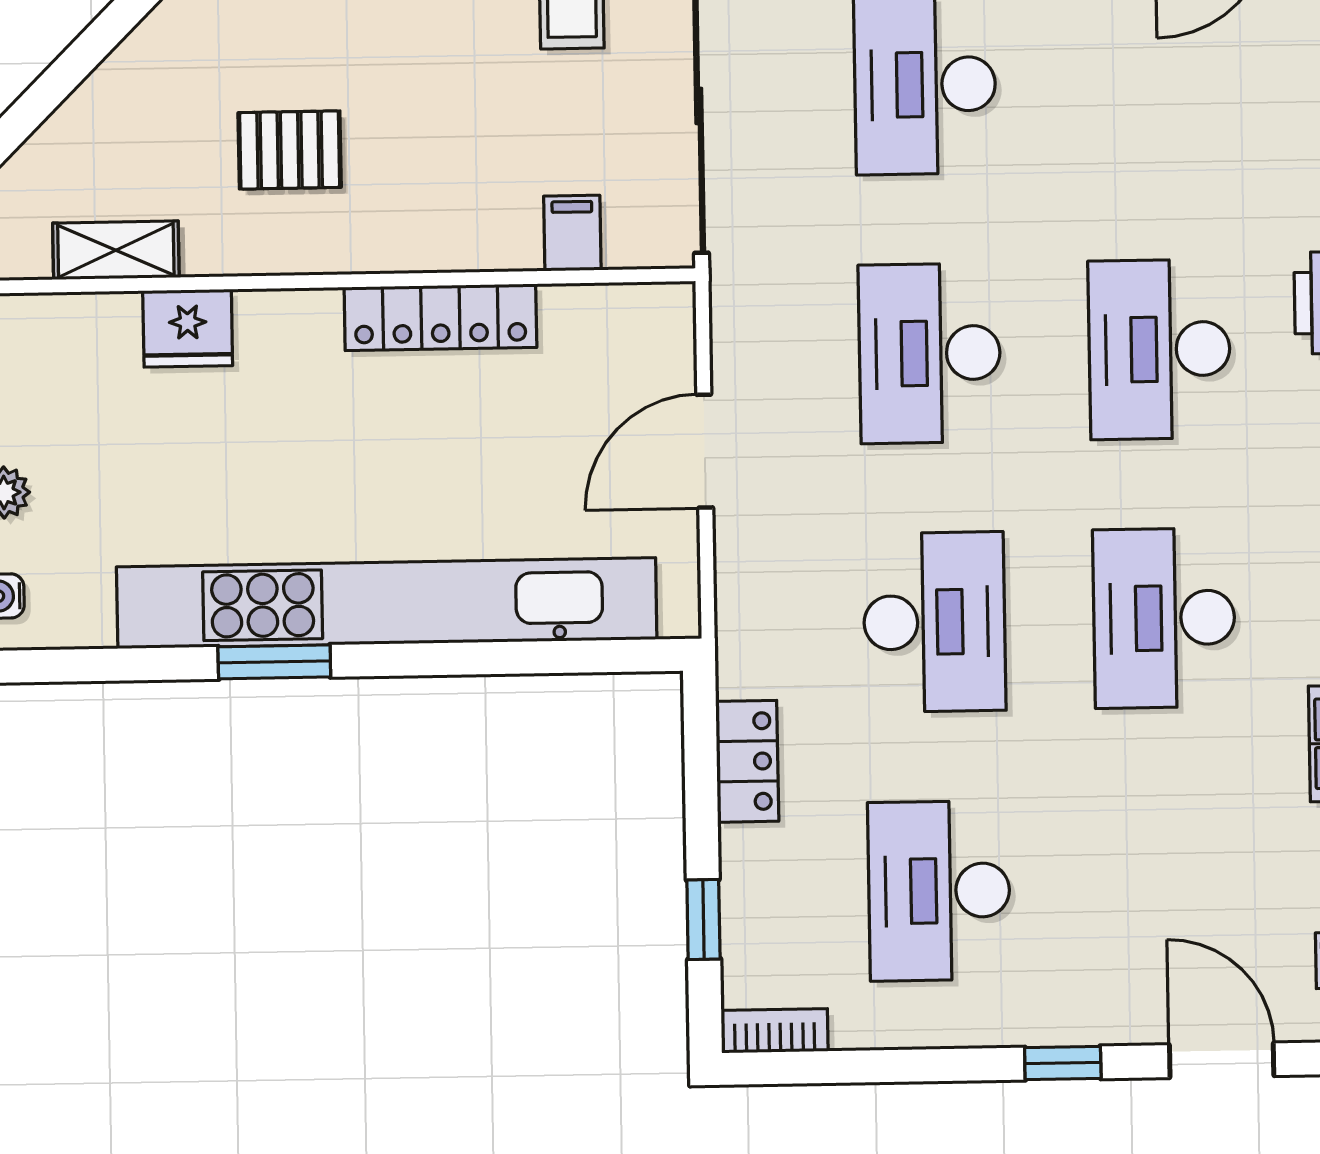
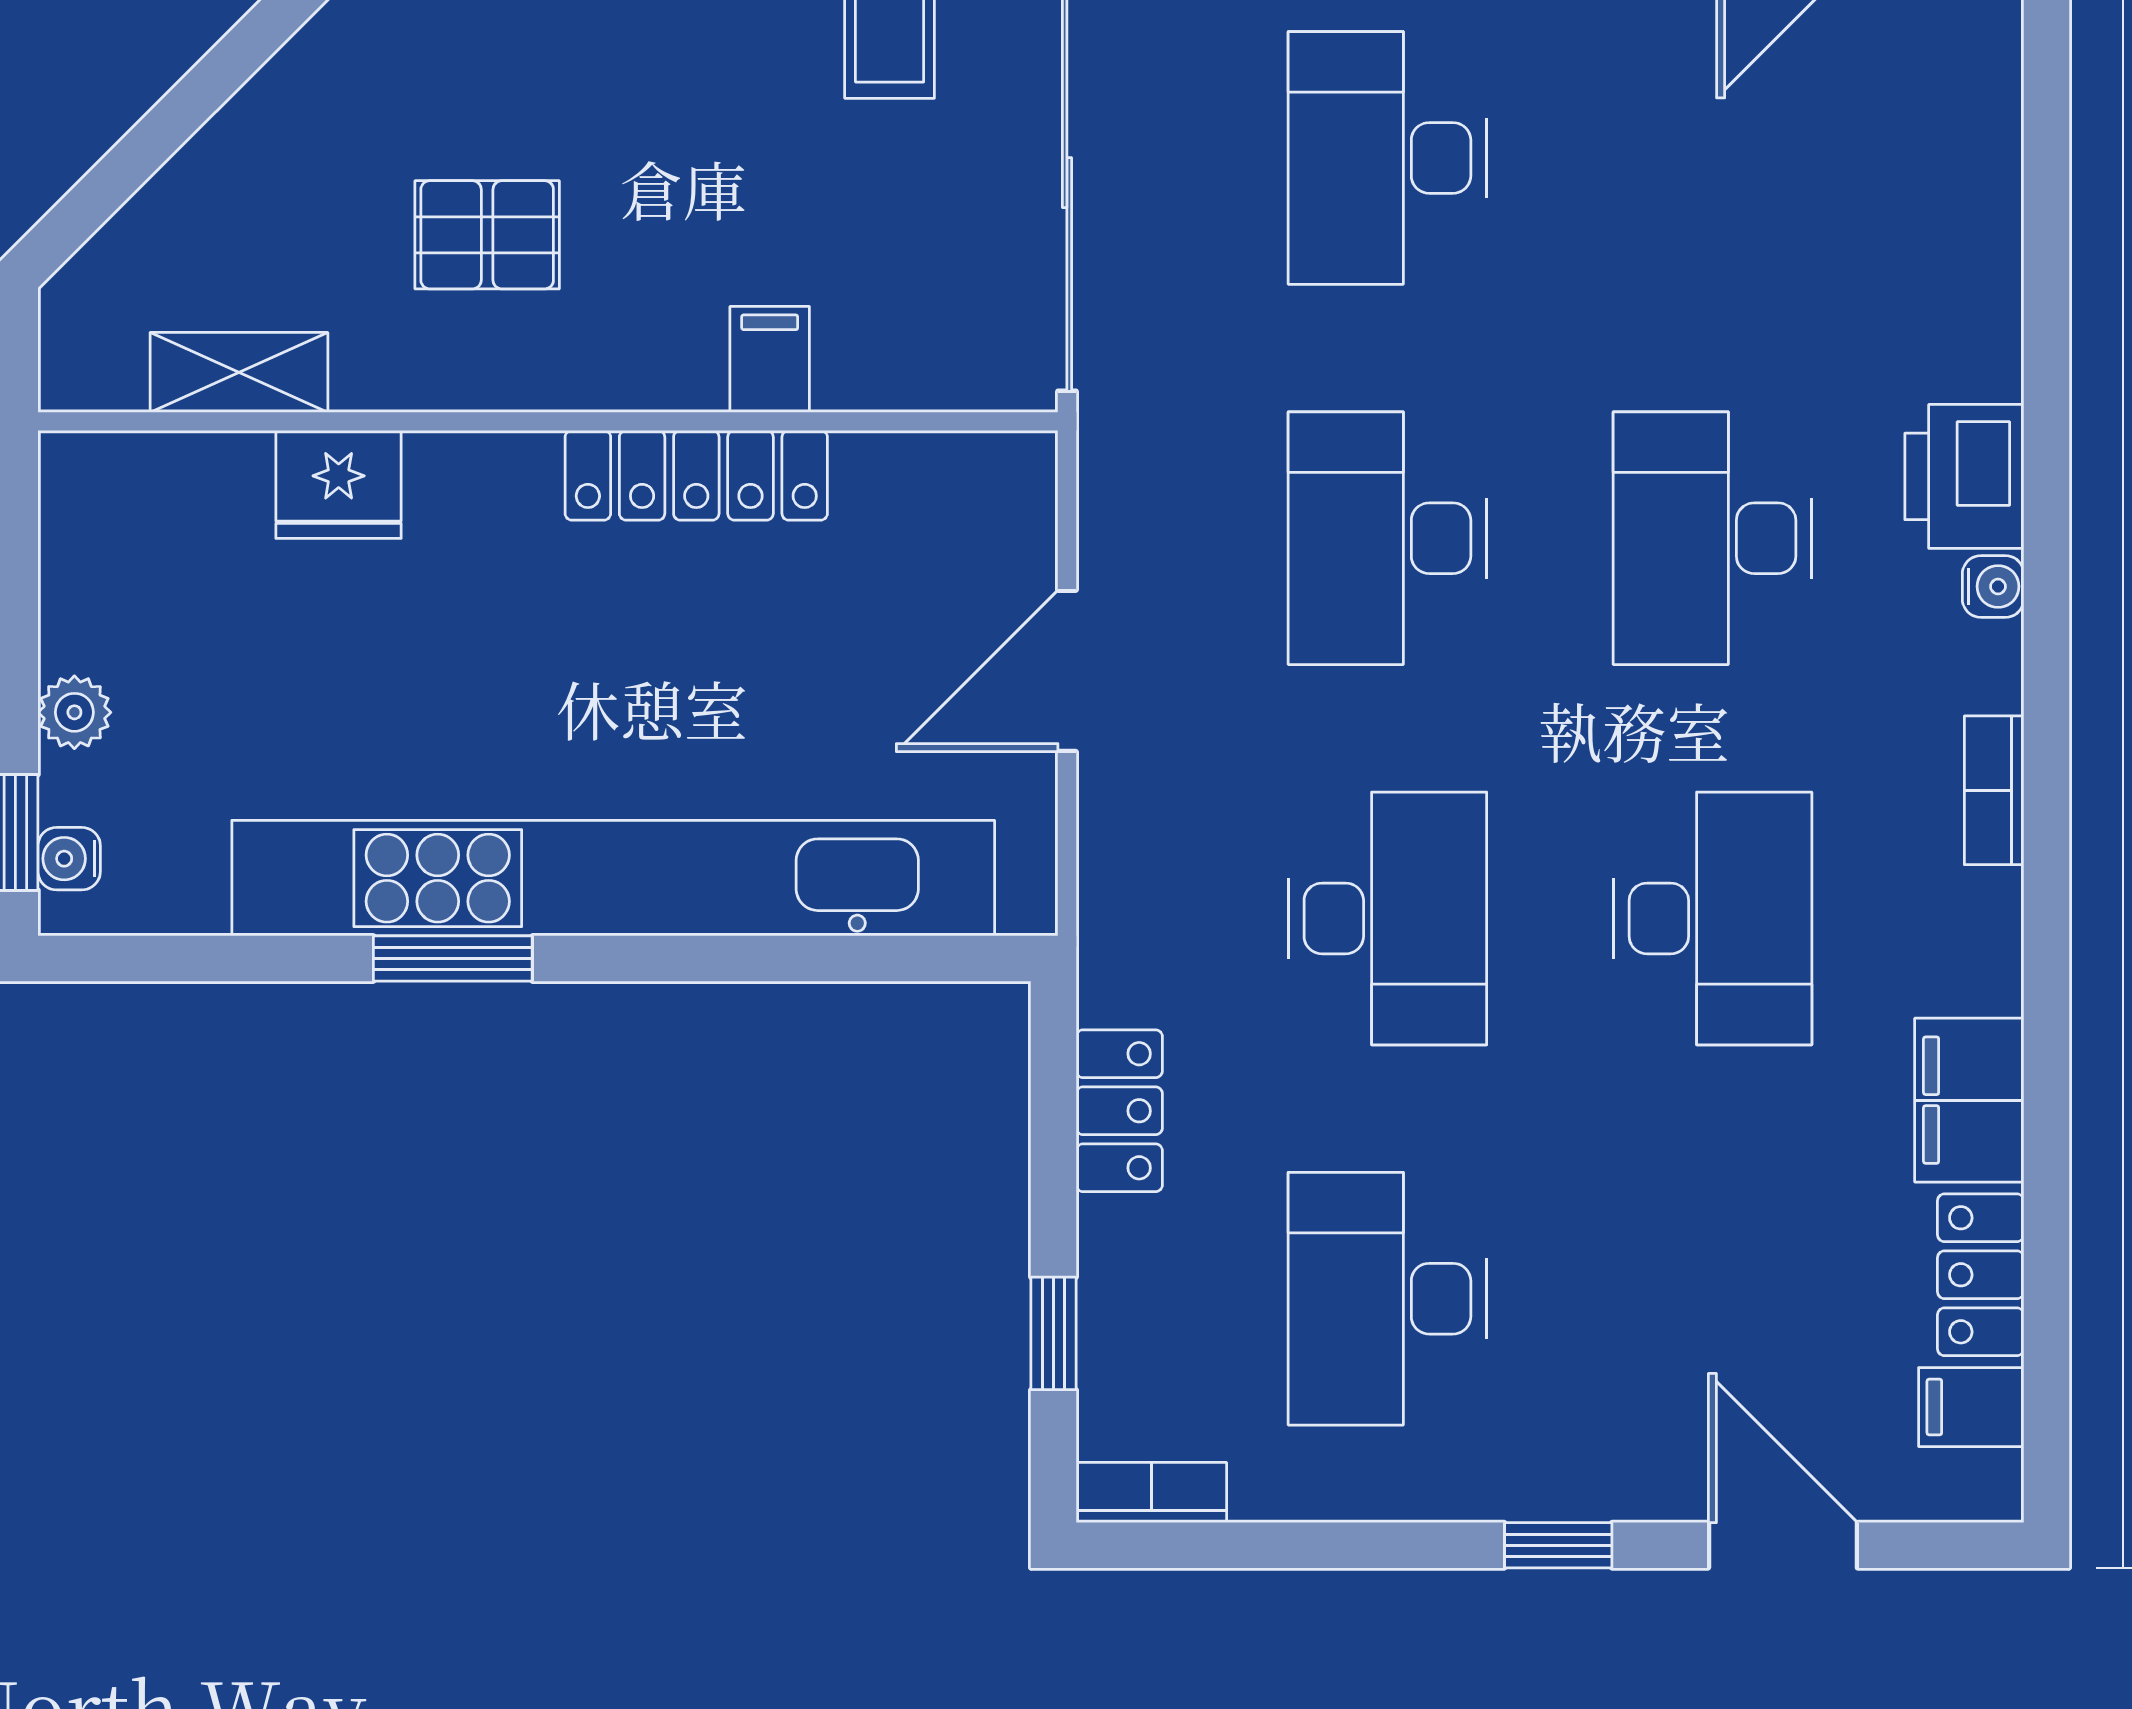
filing cabinet: (572, 233) -> (770, 359), moved
desk: (1164, 618) -> (1712, 918), turned 180

